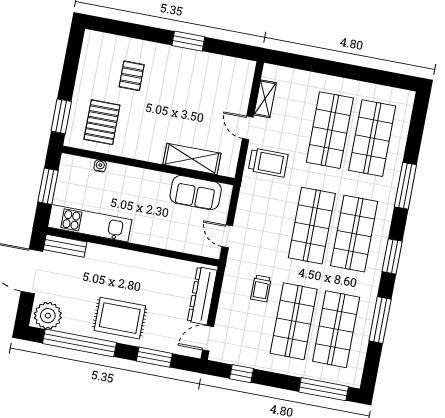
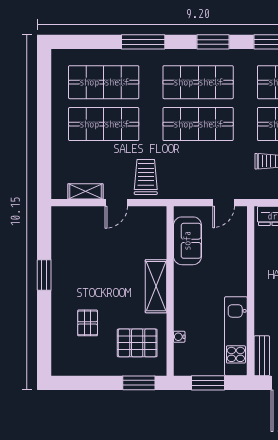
pallet: (132, 76) -> (88, 323), turned 90
shelving: (192, 159) -> (156, 286), moved

